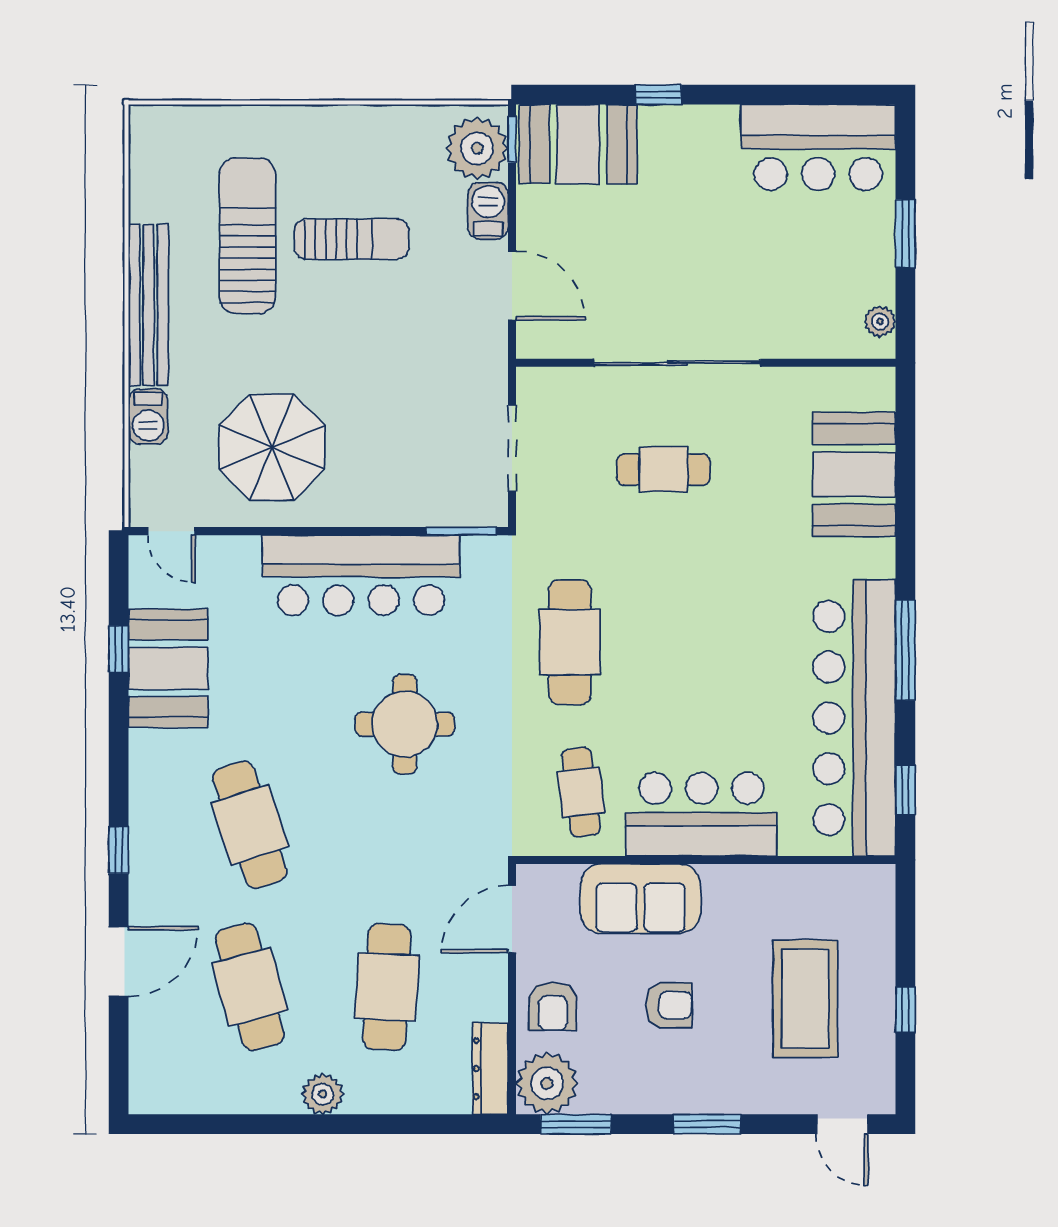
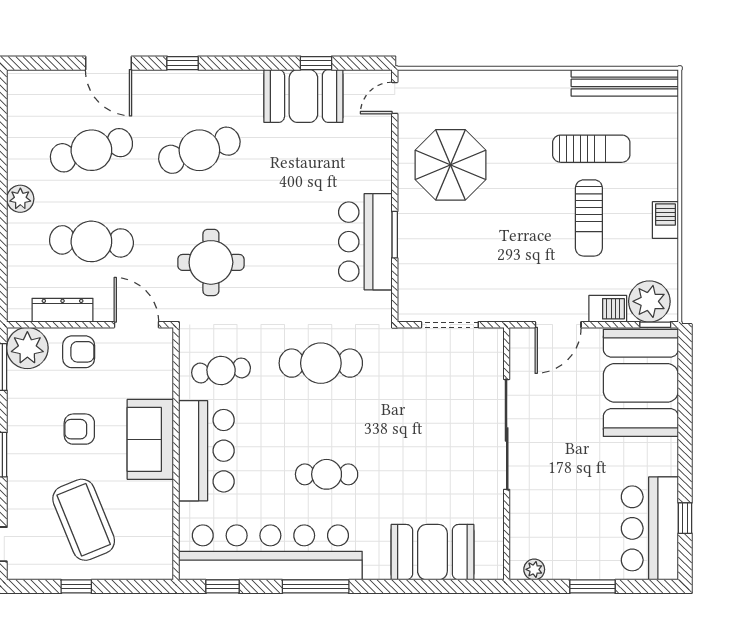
window: (658, 95) -> (685, 518), moved
booth: (578, 144) -> (641, 383), width x1.36, depth x1.42
sun lounger: (247, 236) -> (591, 149), width x0.73, depth x0.75
bench: (149, 305) -> (625, 83), moved
barbecue: (148, 417) -> (665, 220), moved, turned 90
cafe table: (663, 470) -> (327, 474), moved, turned 90
window: (461, 531) -> (395, 235), moved
bar counter: (361, 575) -> (365, 242), width x0.73
round table: (405, 724) -> (211, 262), moved
sofa: (641, 899) -> (150, 439), moved
coffee table: (805, 999) -> (84, 520), turned 68
armchair: (669, 1005) -> (79, 429), turned 90
armchair: (553, 1006) -> (79, 352), turned 180
dresser: (490, 1069) -> (63, 310), moved

